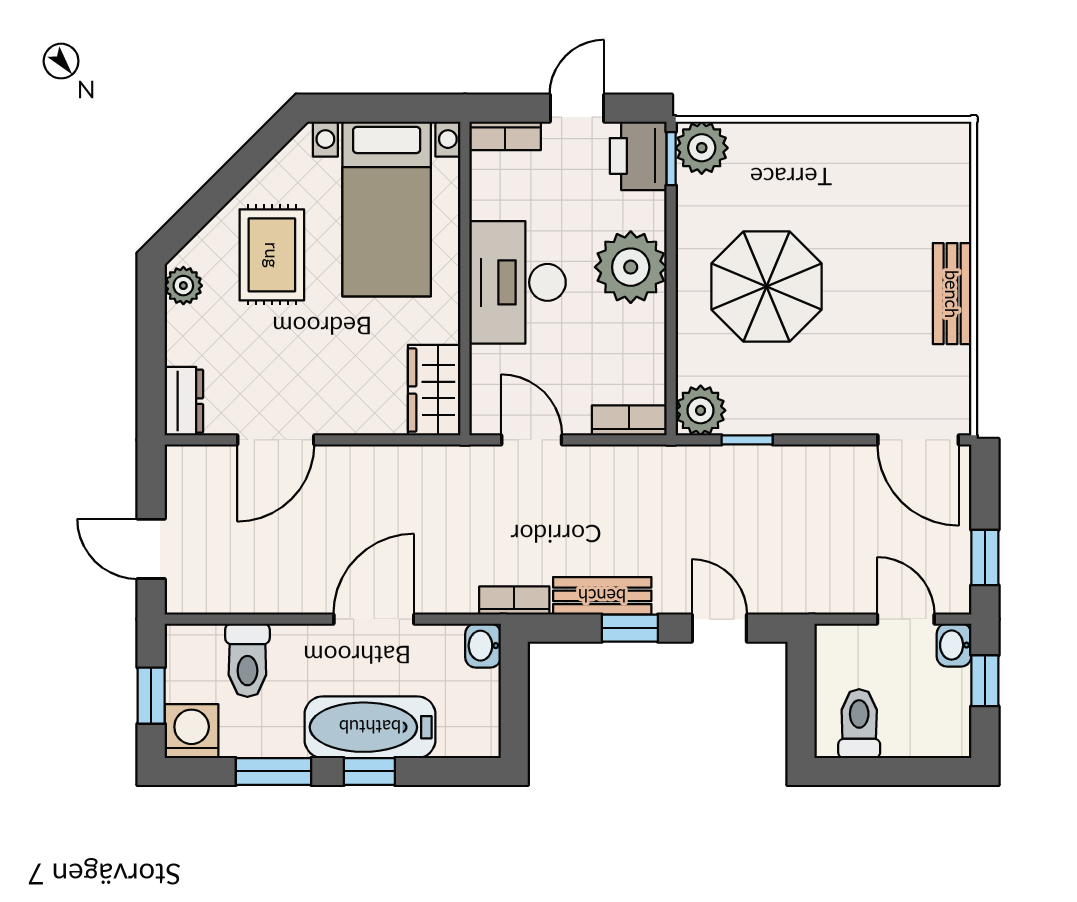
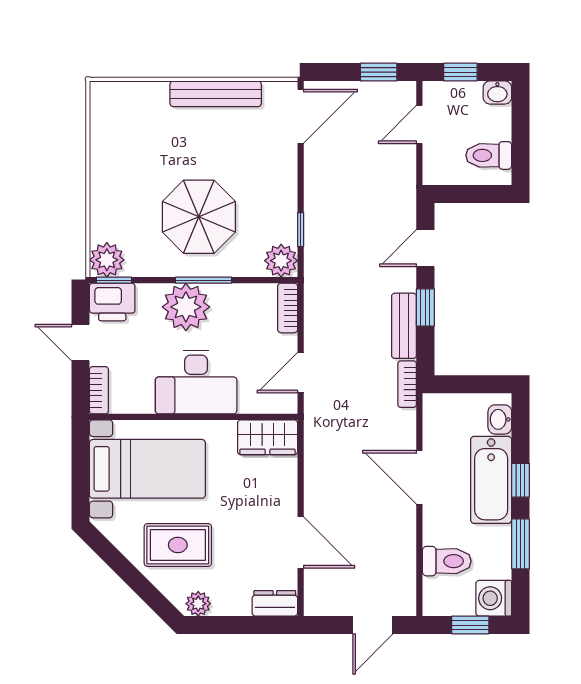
window: (671, 294) -> (204, 280), added
bench: (952, 294) -> (216, 94), width x1.36
washbasin: (954, 645) -> (497, 92), moved
washbasin: (483, 646) -> (500, 419), moved, turned 90

